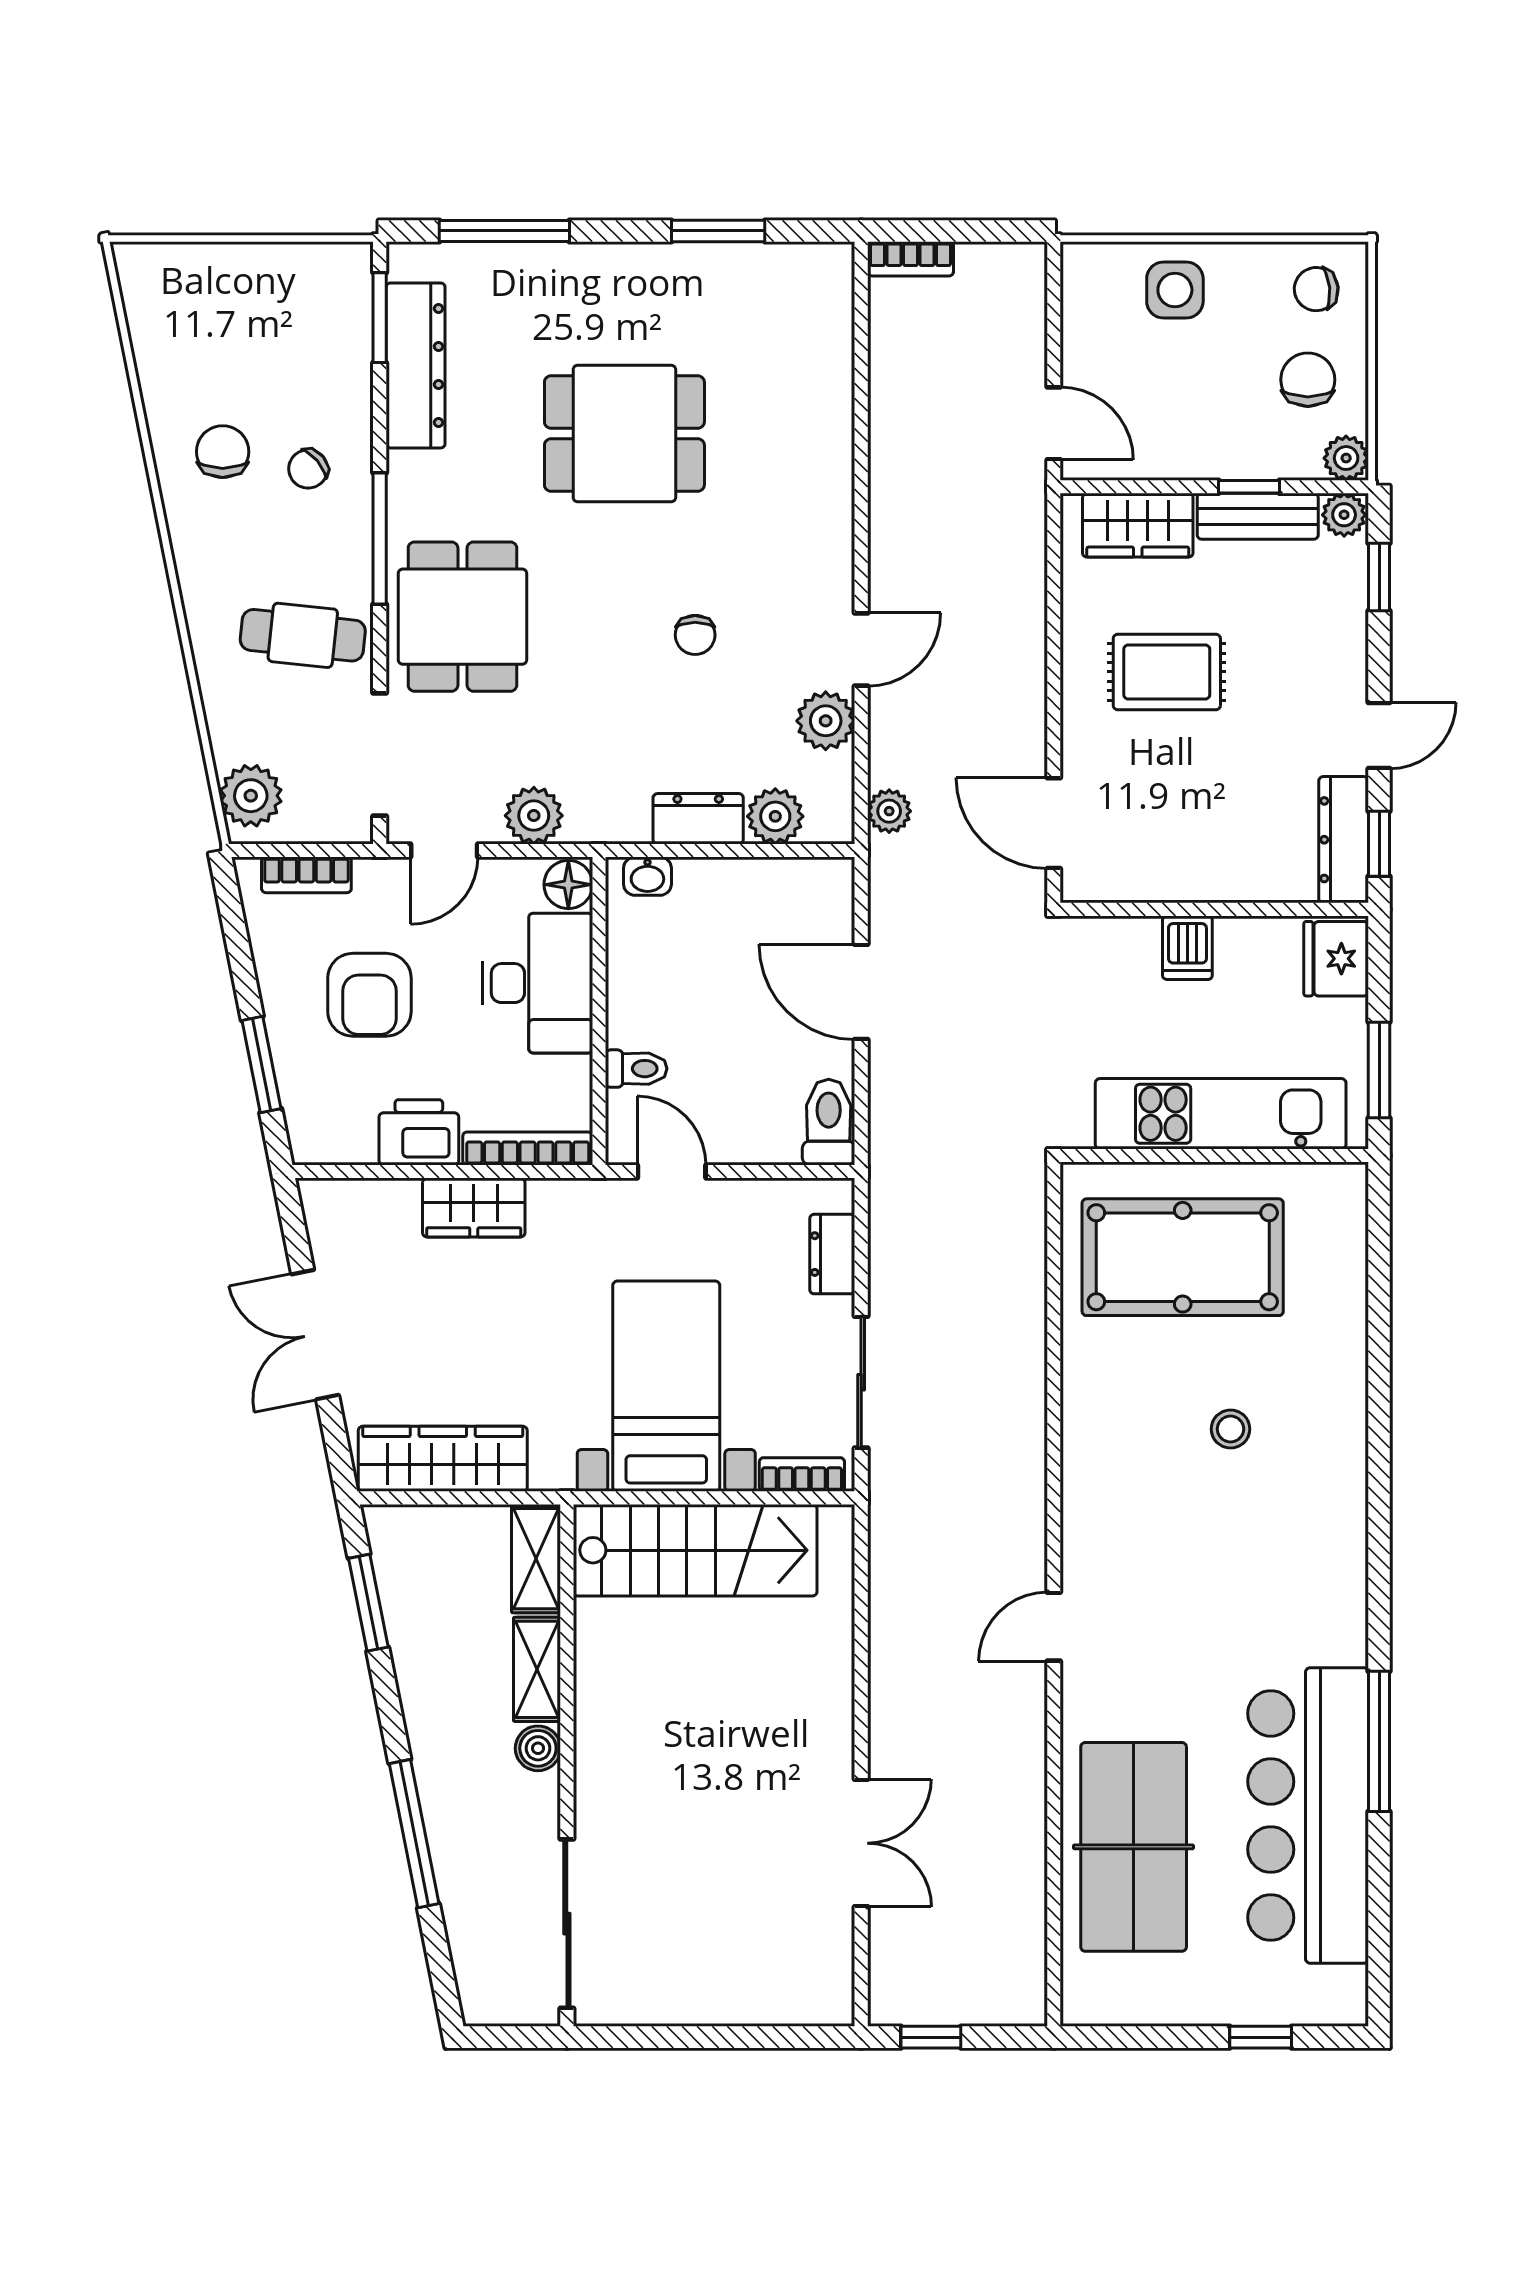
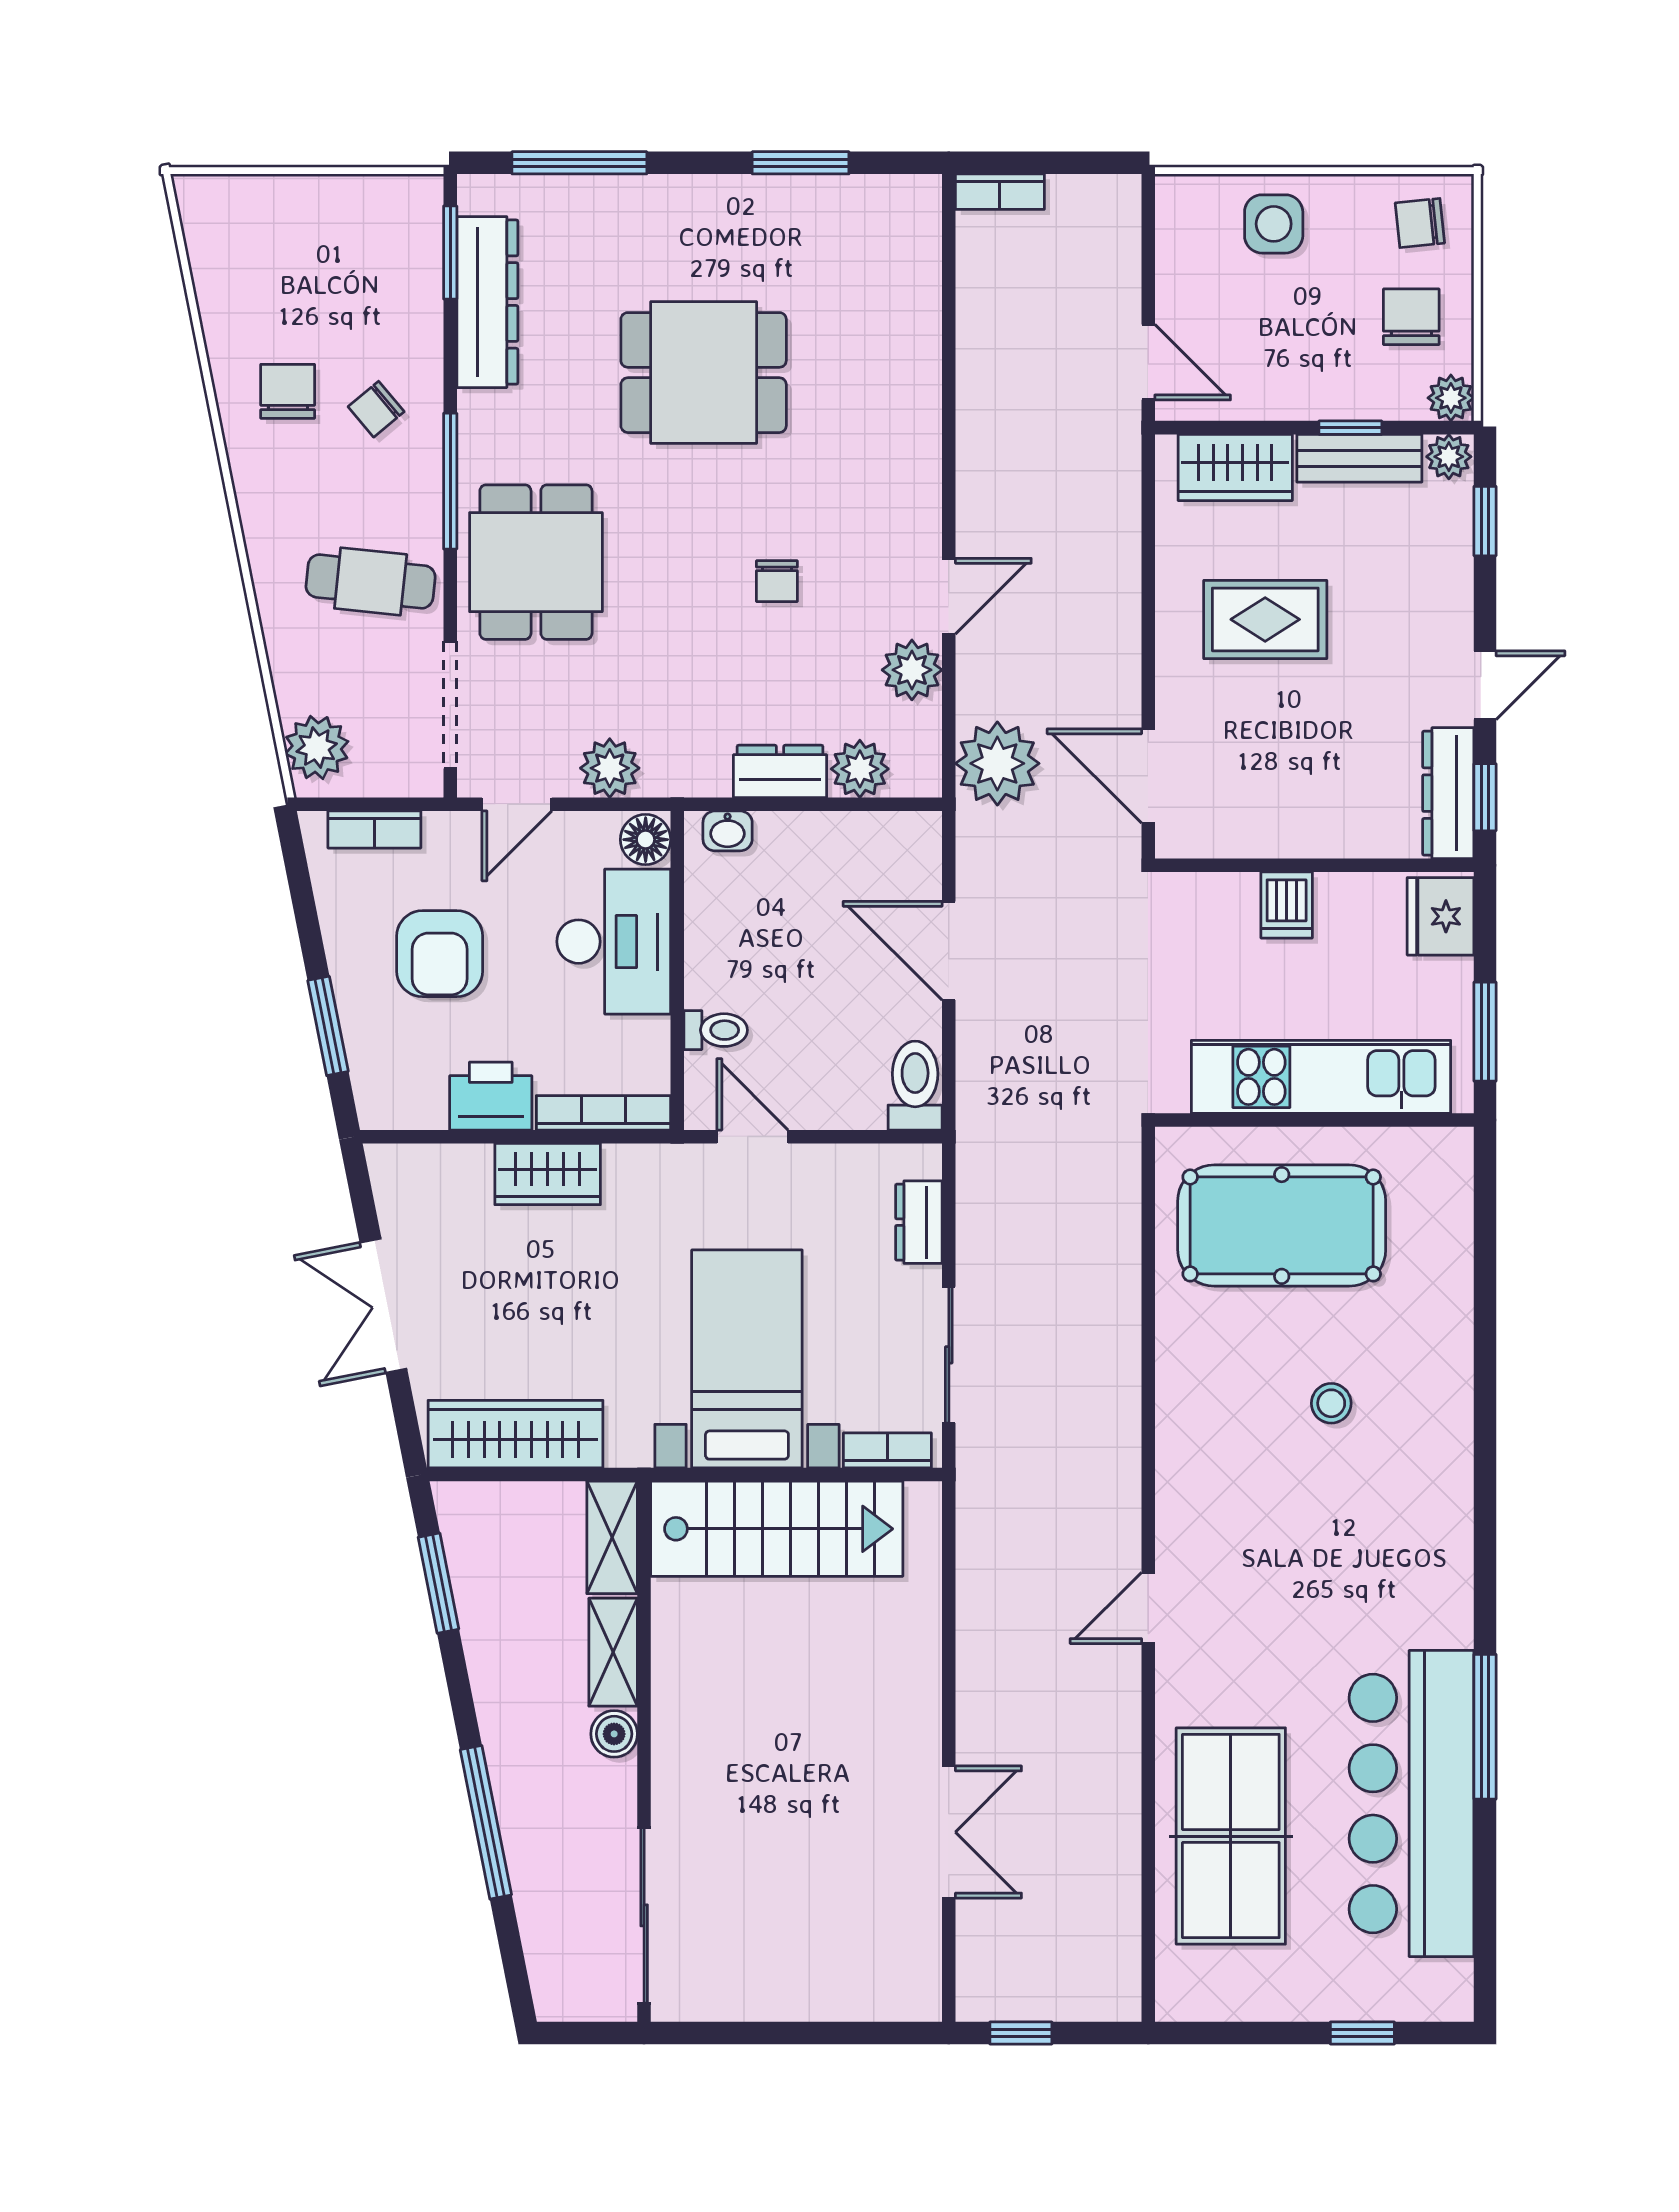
plant: (889, 811) -> (997, 763), width x1.87, depth x1.87

